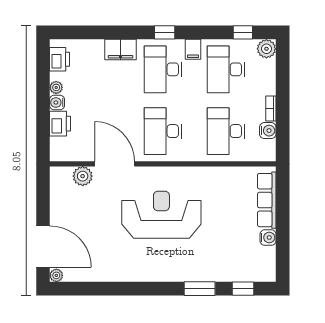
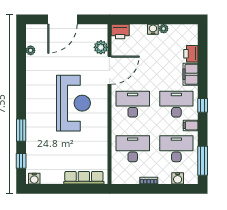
window: (243, 32) -> (203, 161), width x2.17
plant: (266, 49) -> (191, 178), removed
printer: (60, 59) -> (191, 54), moved, turned 90
printer: (60, 124) -> (120, 31), moved
water cooler: (268, 131) -> (178, 178), moved
water cooler: (268, 238) -> (34, 179), moved
door: (43, 246) -> (62, 19), moved
plant: (56, 275) -> (31, 50), moved

